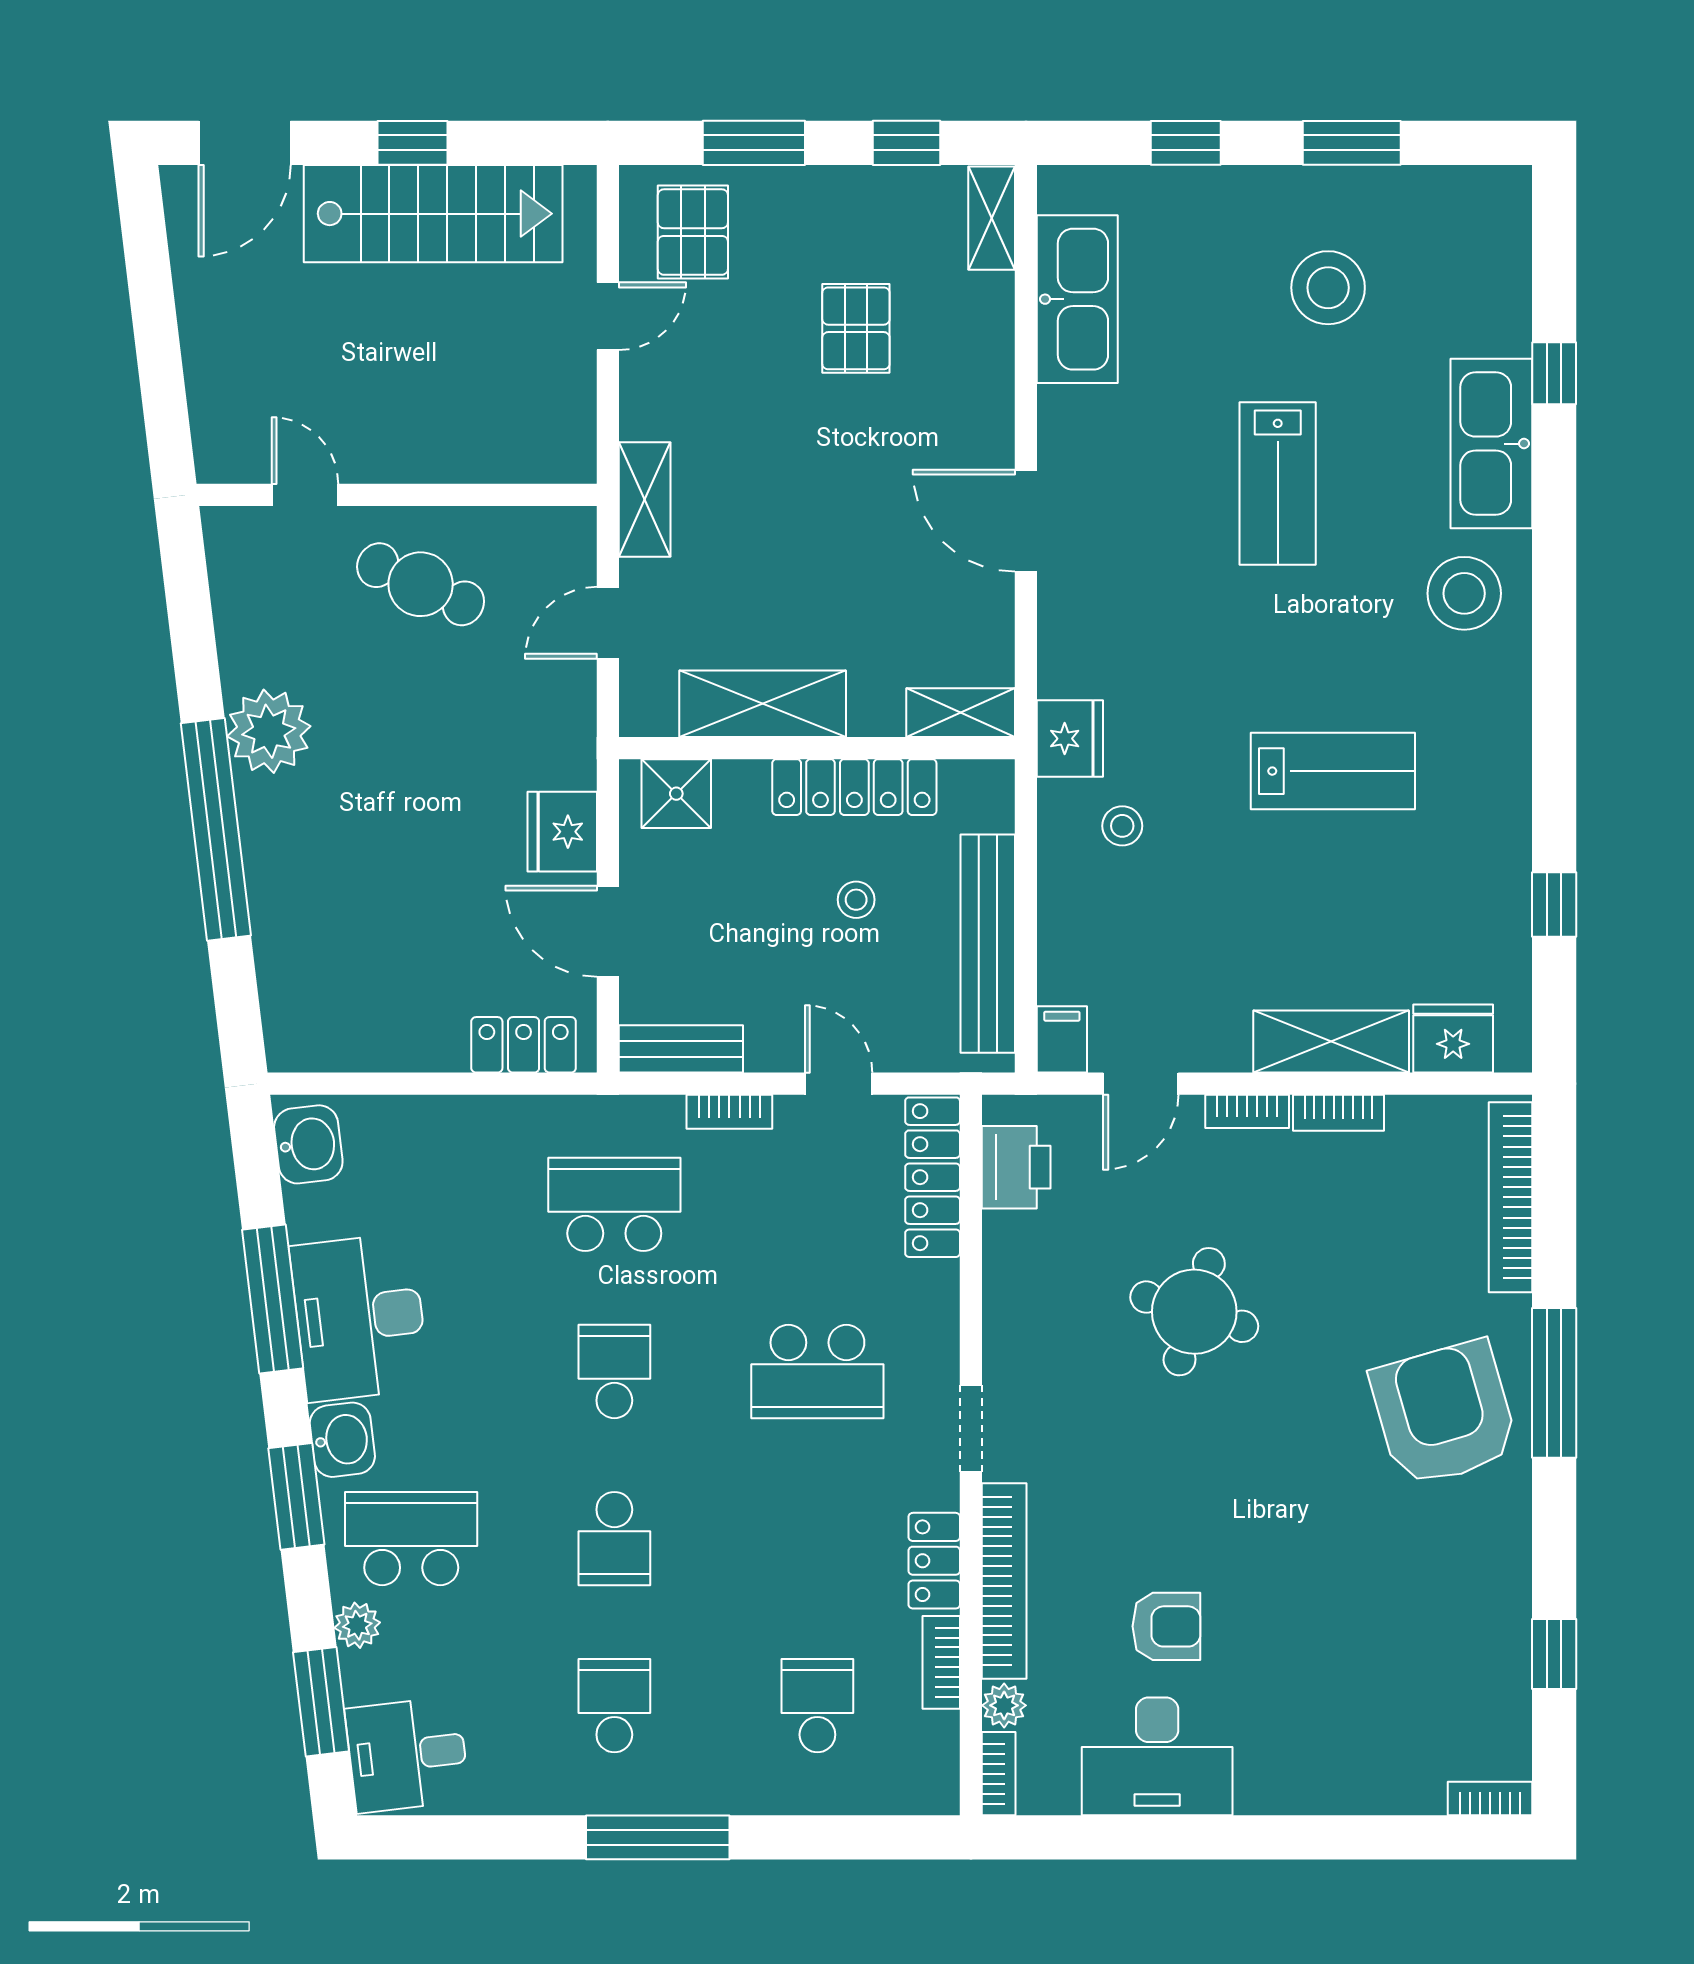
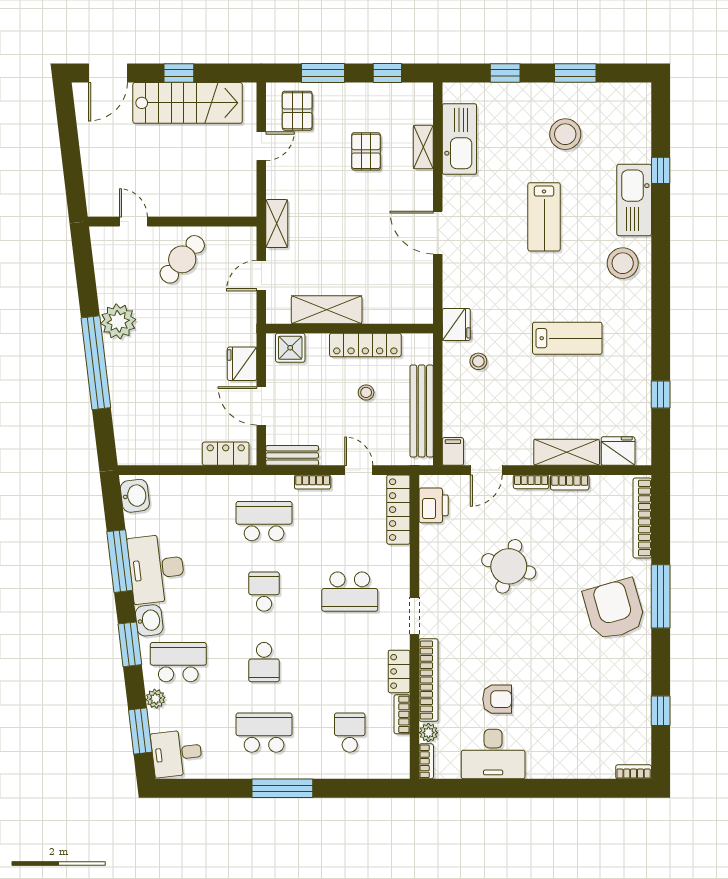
shelving: (992, 218) -> (423, 147), moved
cafe table: (421, 584) -> (182, 259), turned -73
shelving: (961, 713) -> (410, 313), removed
school desk: (614, 1706) -> (264, 733), width x1.85

